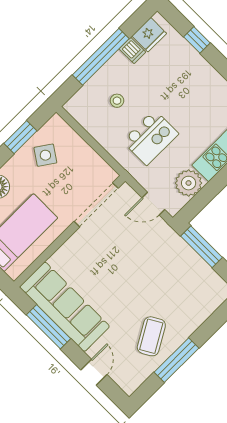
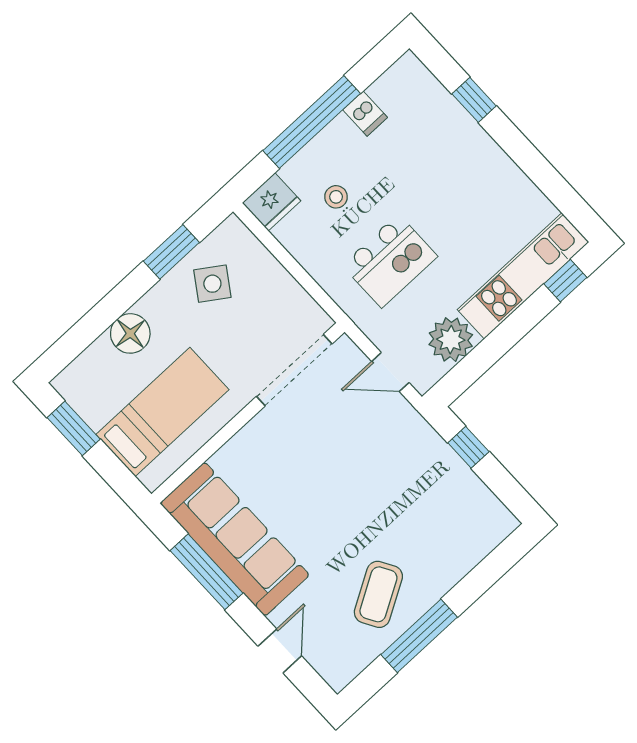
fridge: (149, 35) -> (272, 202), moved
window: (202, 247) -> (468, 447), width x0.46

